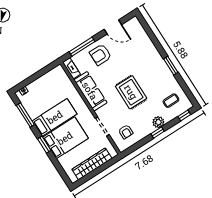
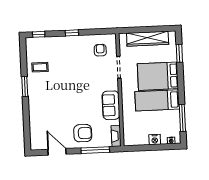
nightstand: (38, 84) -> (155, 140), added
sofa: (90, 91) -> (111, 105), width x0.73
rug: (131, 92) -> (75, 83), removed
coffee table: (171, 101) -> (40, 67), moved
plant: (158, 122) -> (66, 42), removed
window: (44, 145) -> (179, 53), moved

